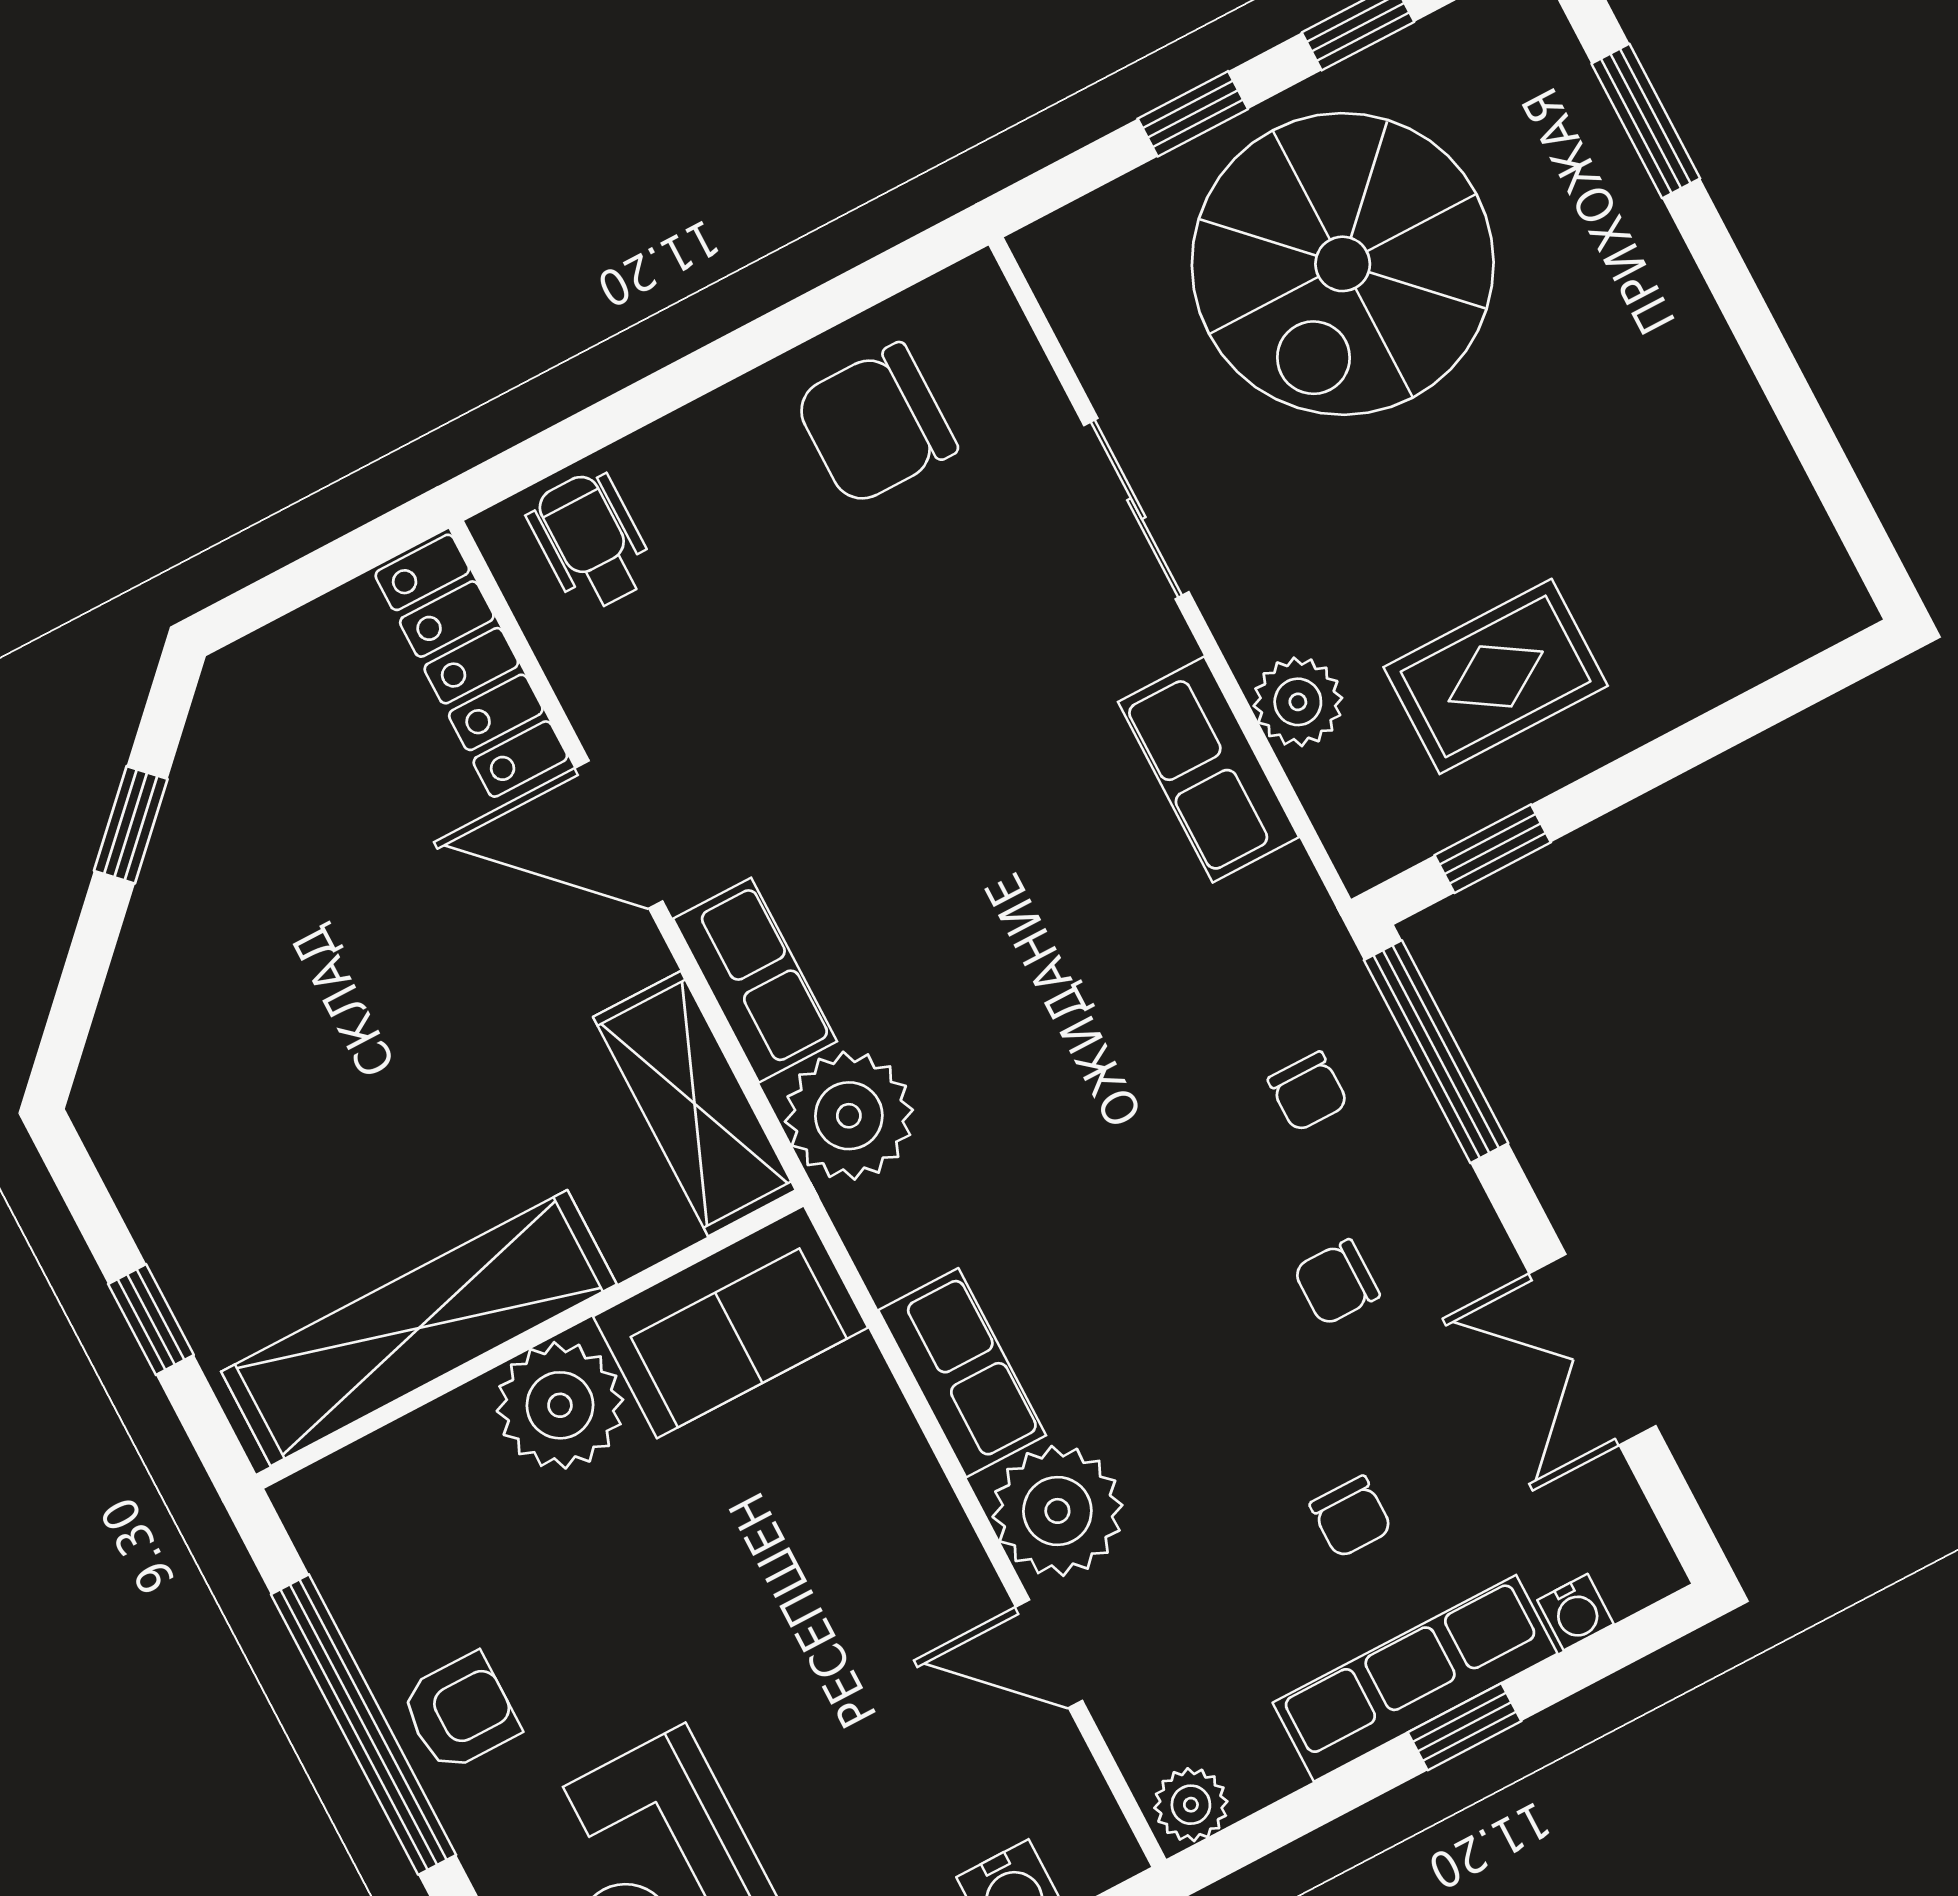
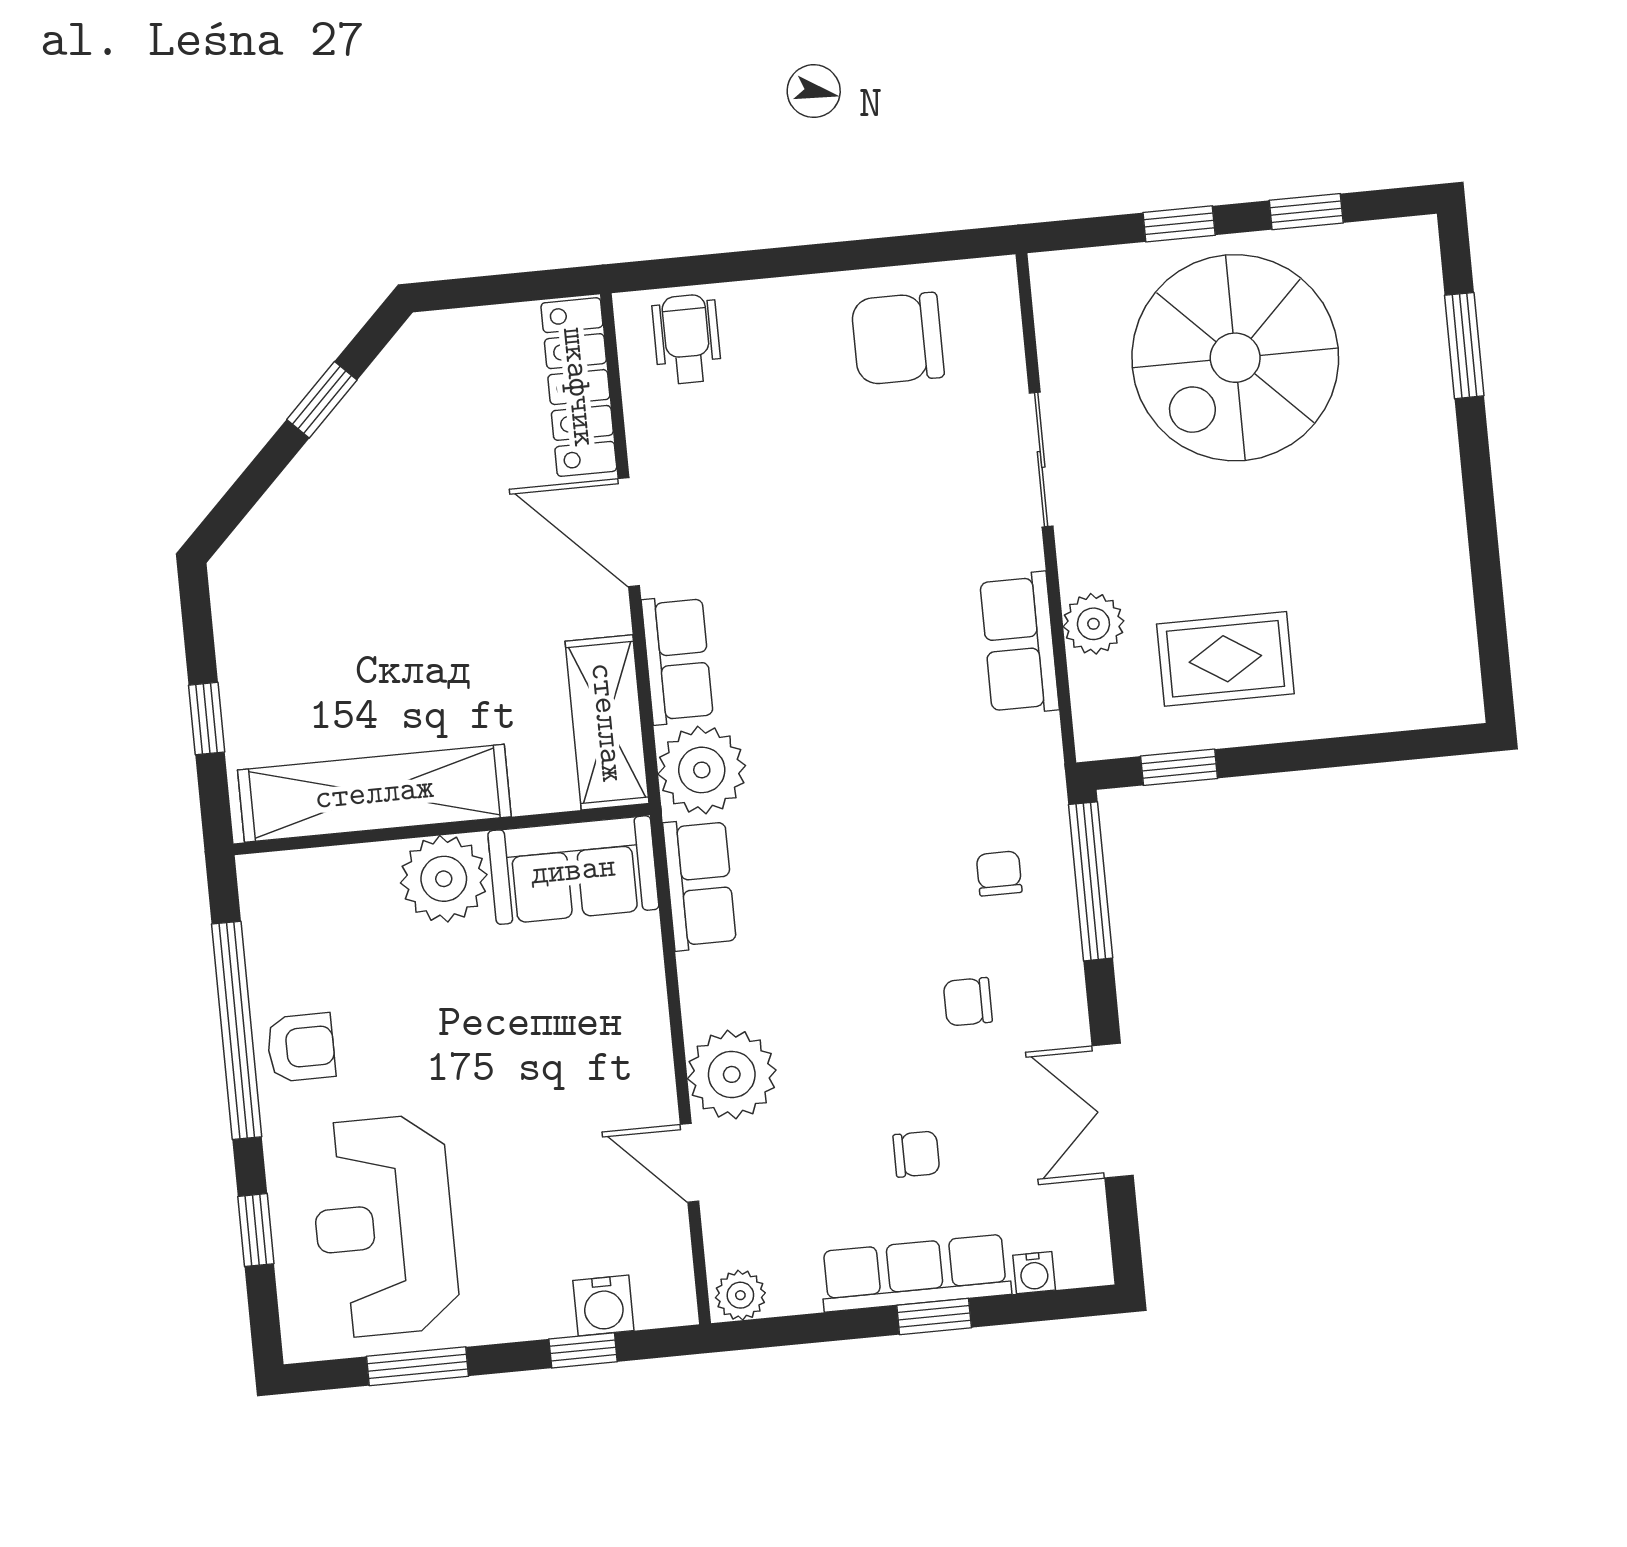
chair: (1308, 1092) -> (999, 873), turned 180
row of seats: (962, 1373) -> (700, 884), moved
chair: (1351, 1517) -> (916, 1154), turned -90

